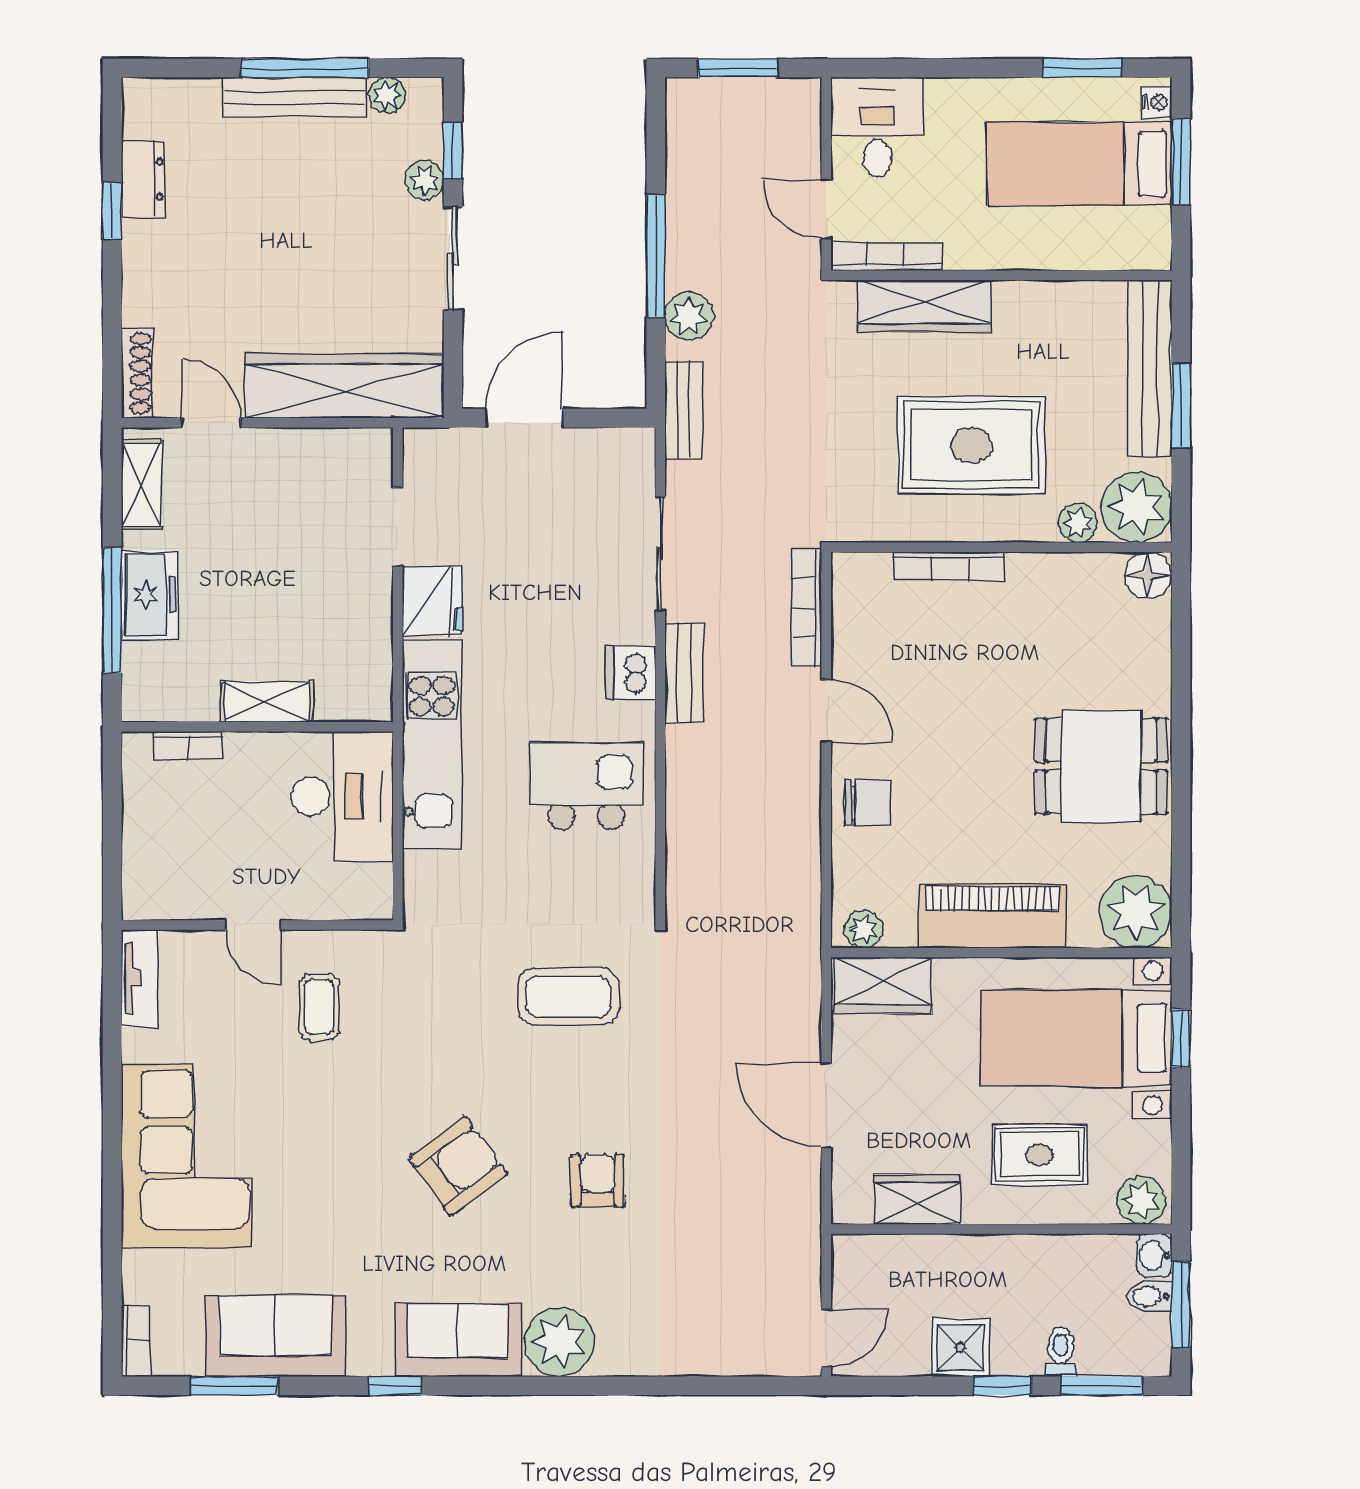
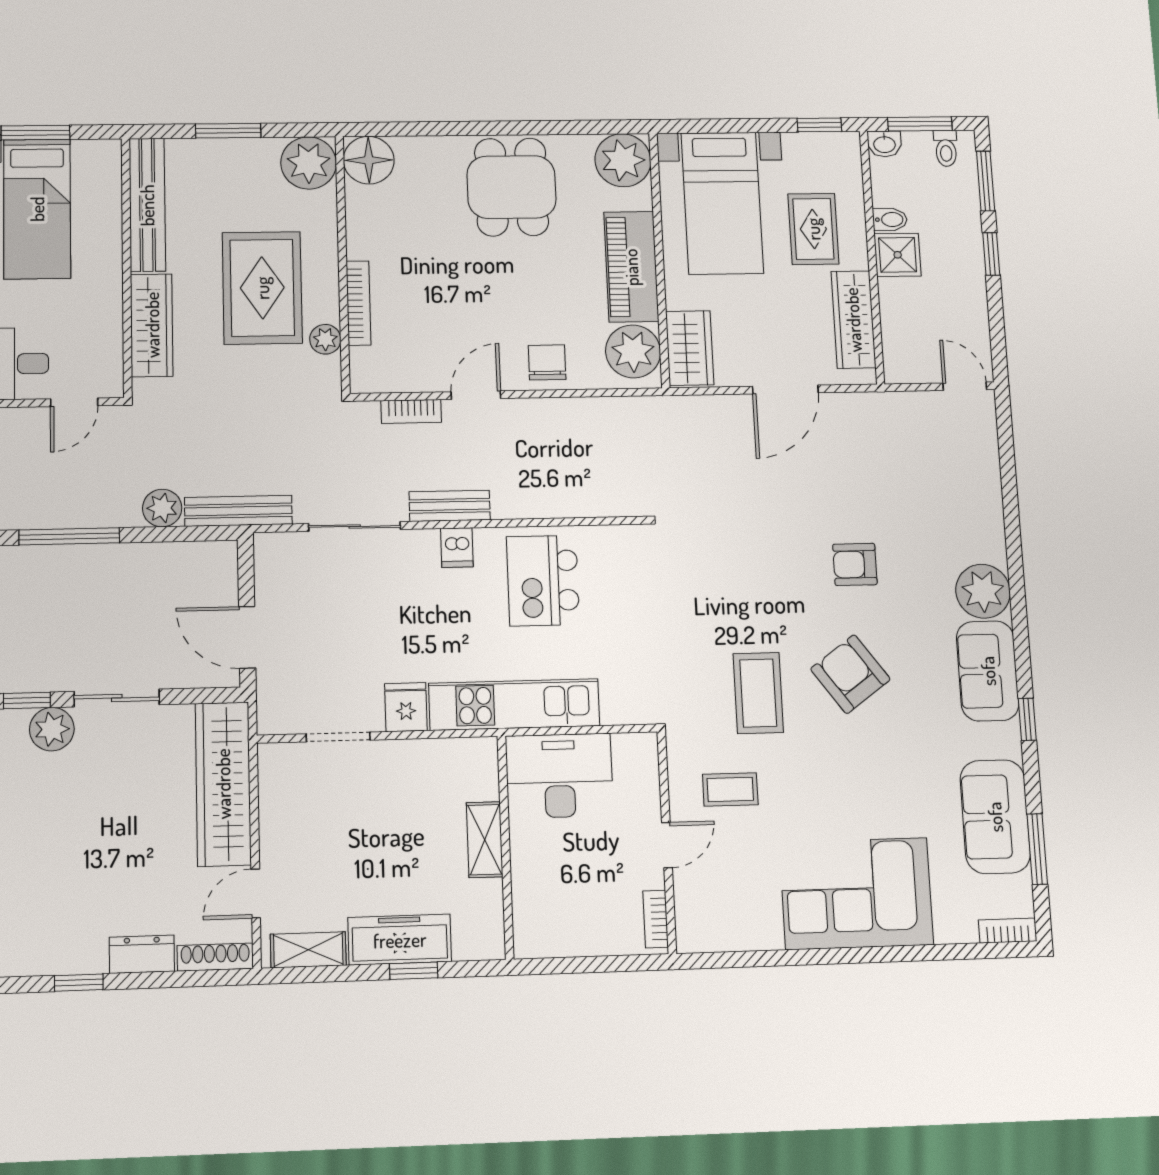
dresser: (143, 179) -> (142, 954), moved
plant: (424, 180) -> (52, 729), width x1.38, depth x1.38
window: (656, 256) -> (69, 536), moved
bookcase: (886, 257) -> (112, 355), removed
bench: (1150, 368) -> (147, 205), moved, turned 90
bench: (683, 410) -> (238, 511), width x1.36
plant: (1078, 523) -> (325, 339), moved
floor lamp: (1148, 575) -> (369, 160), width x1.38, depth x1.38
freezer: (150, 595) -> (400, 940), width x1.40
fridge: (432, 601) -> (406, 707), width x0.72
bookcase: (807, 607) -> (411, 411), width x0.64
window: (112, 610) -> (414, 971), width x0.46
dishwasher: (631, 673) -> (457, 548), width x0.73
bookcase: (188, 745) -> (656, 919), moved, turned 180
plant: (863, 929) -> (633, 351), width x1.88, depth x1.88
tv unit: (140, 978) -> (715, 937), removed
coffee table: (568, 997) -> (758, 693), moved
window: (1181, 1038) -> (819, 125), moved
wardrobe: (917, 1199) -> (853, 320), width x1.50
plant: (1141, 1200) -> (843, 154), removed
bidet: (1150, 1296) -> (890, 220), moved, turned -90
shower: (960, 1348) -> (898, 255), moved
toilet: (1061, 1352) -> (946, 148), moved, turned -90

